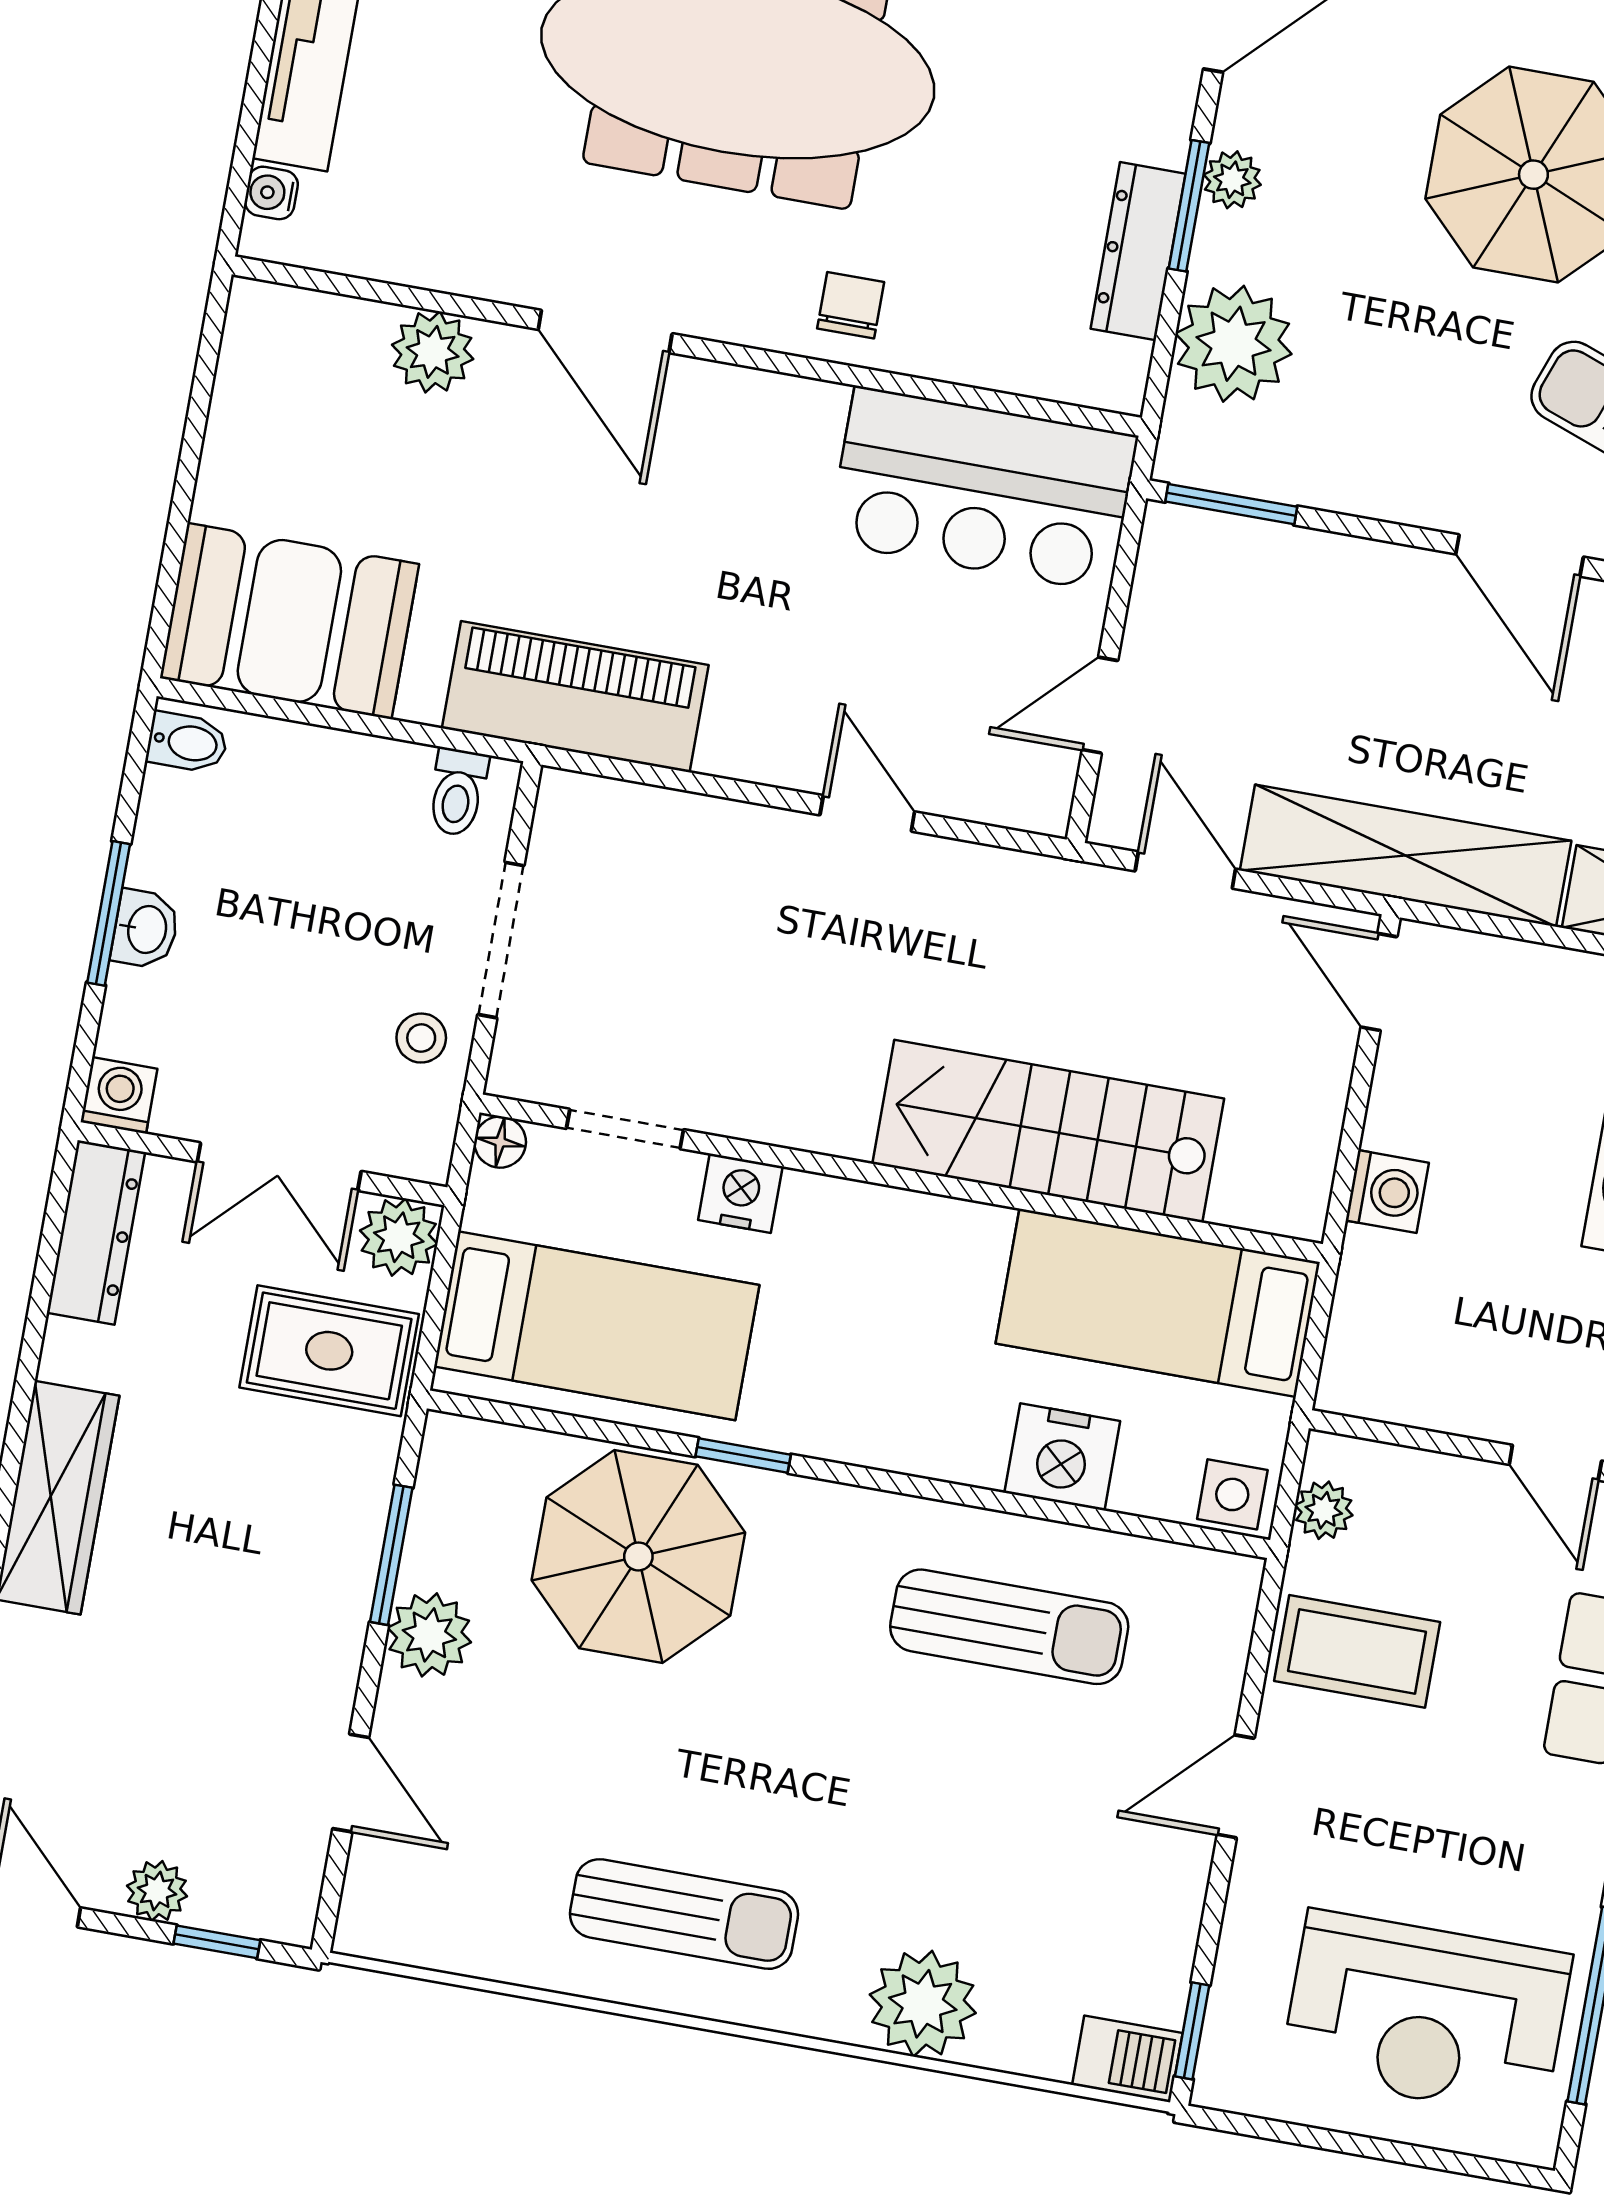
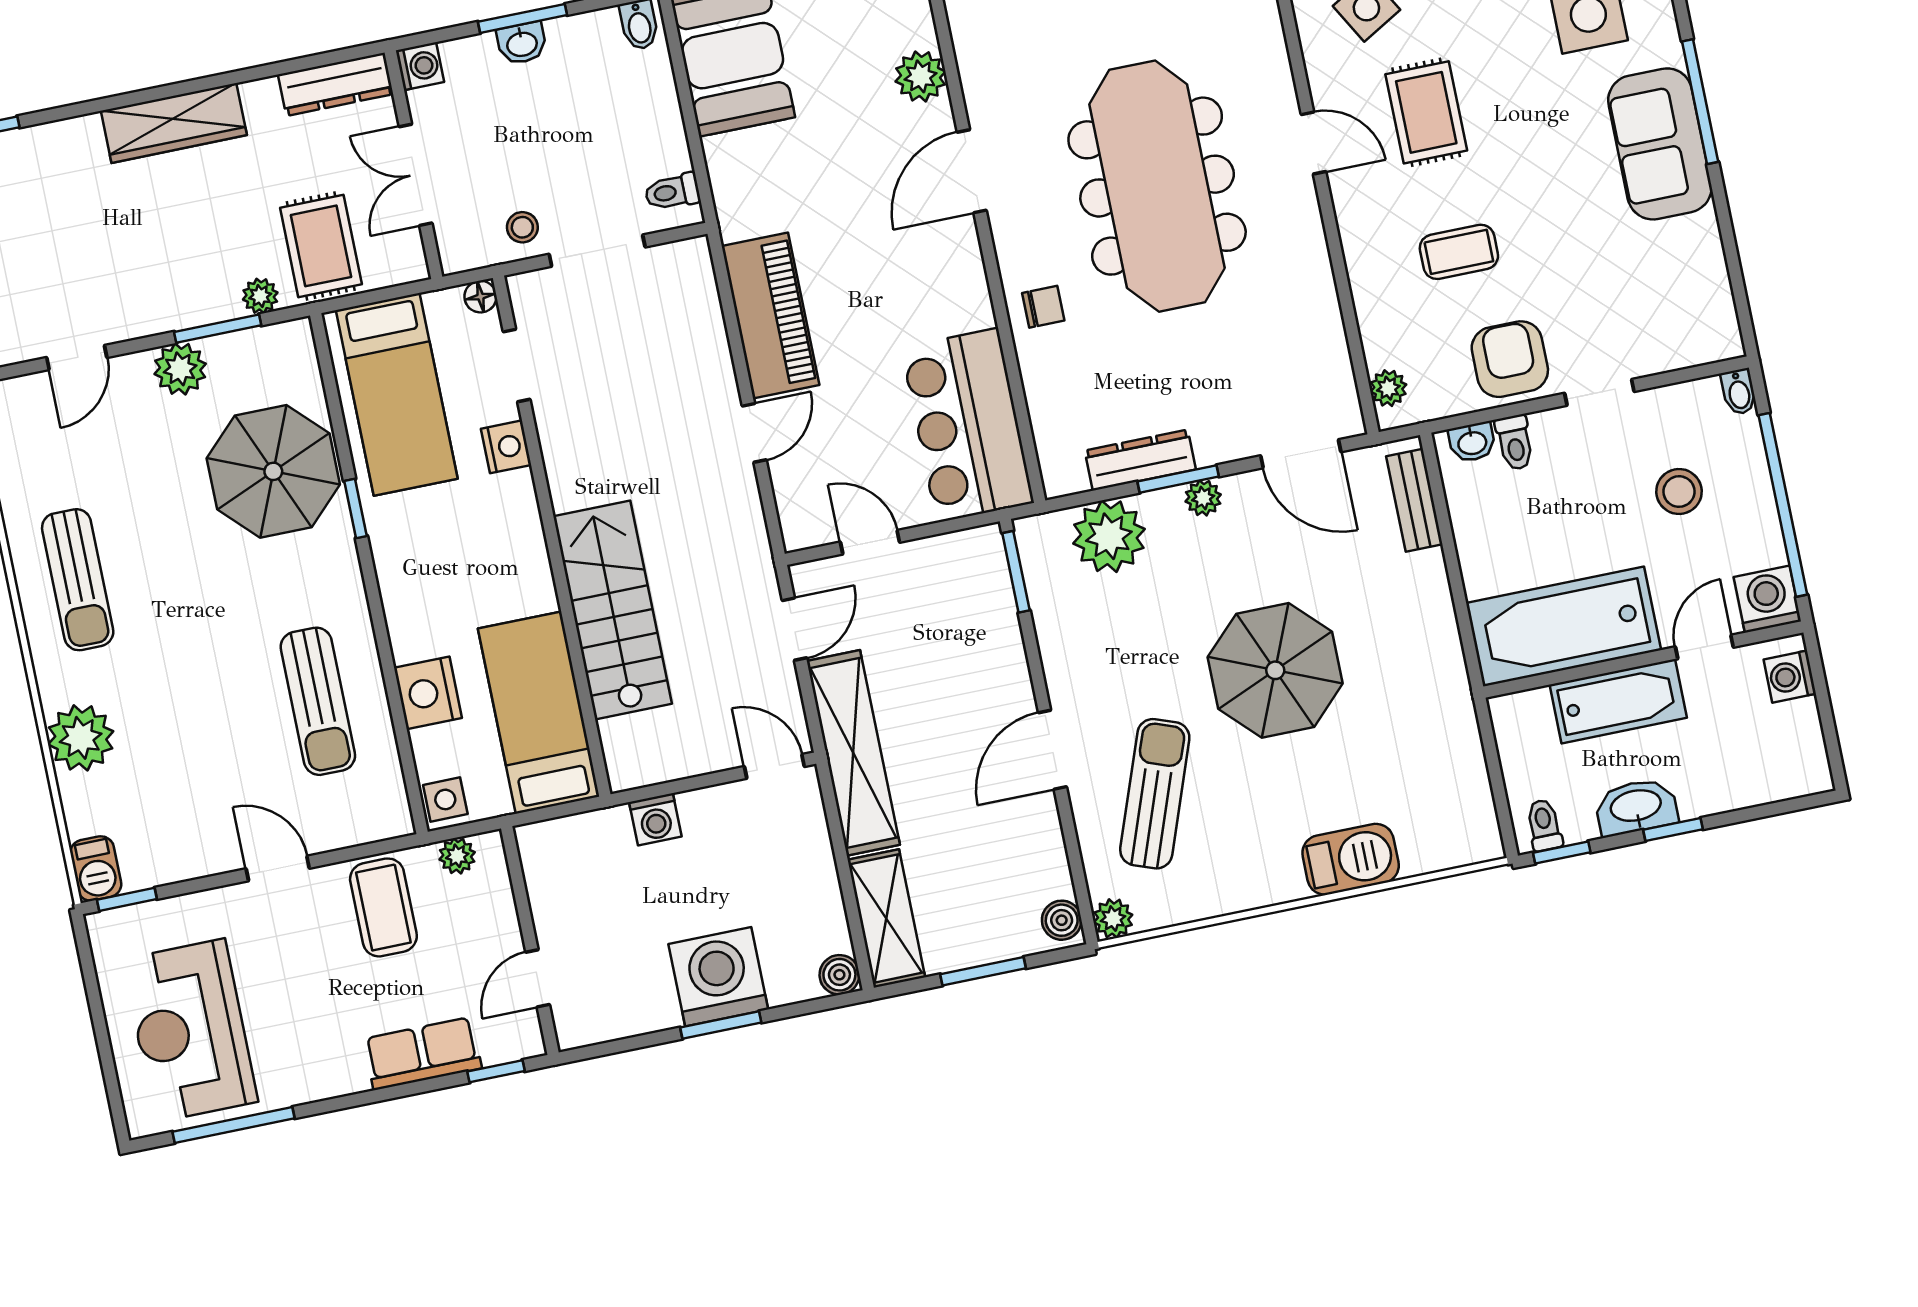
piano: (575, 697) -> (770, 316), moved
door: (1379, 982) -> (774, 766), hinge flipped
plant: (399, 1237) -> (260, 296), moved, width x0.73, depth x0.73

